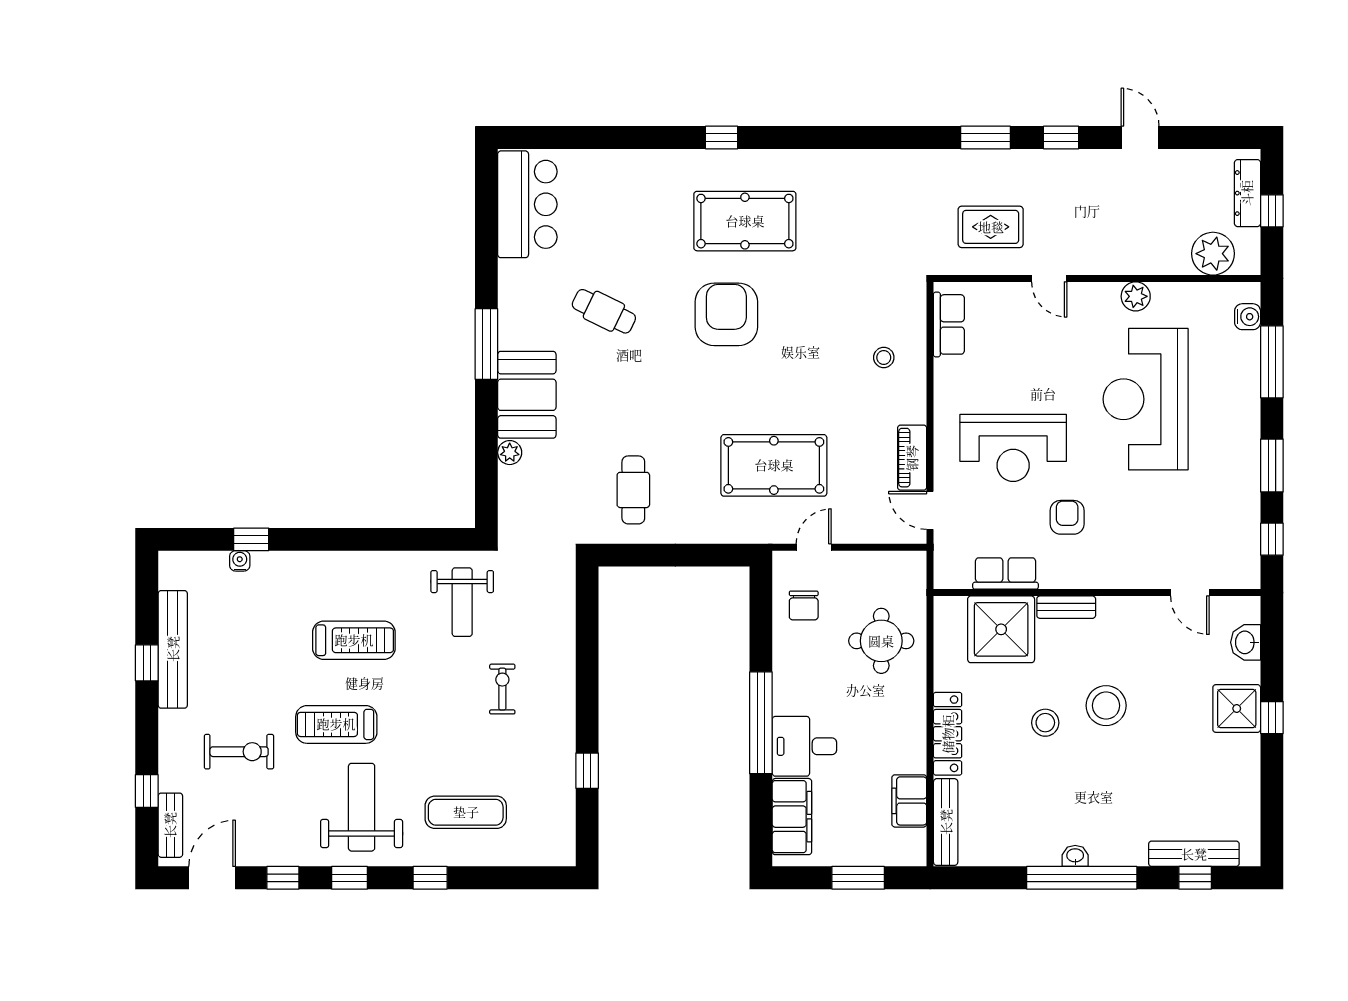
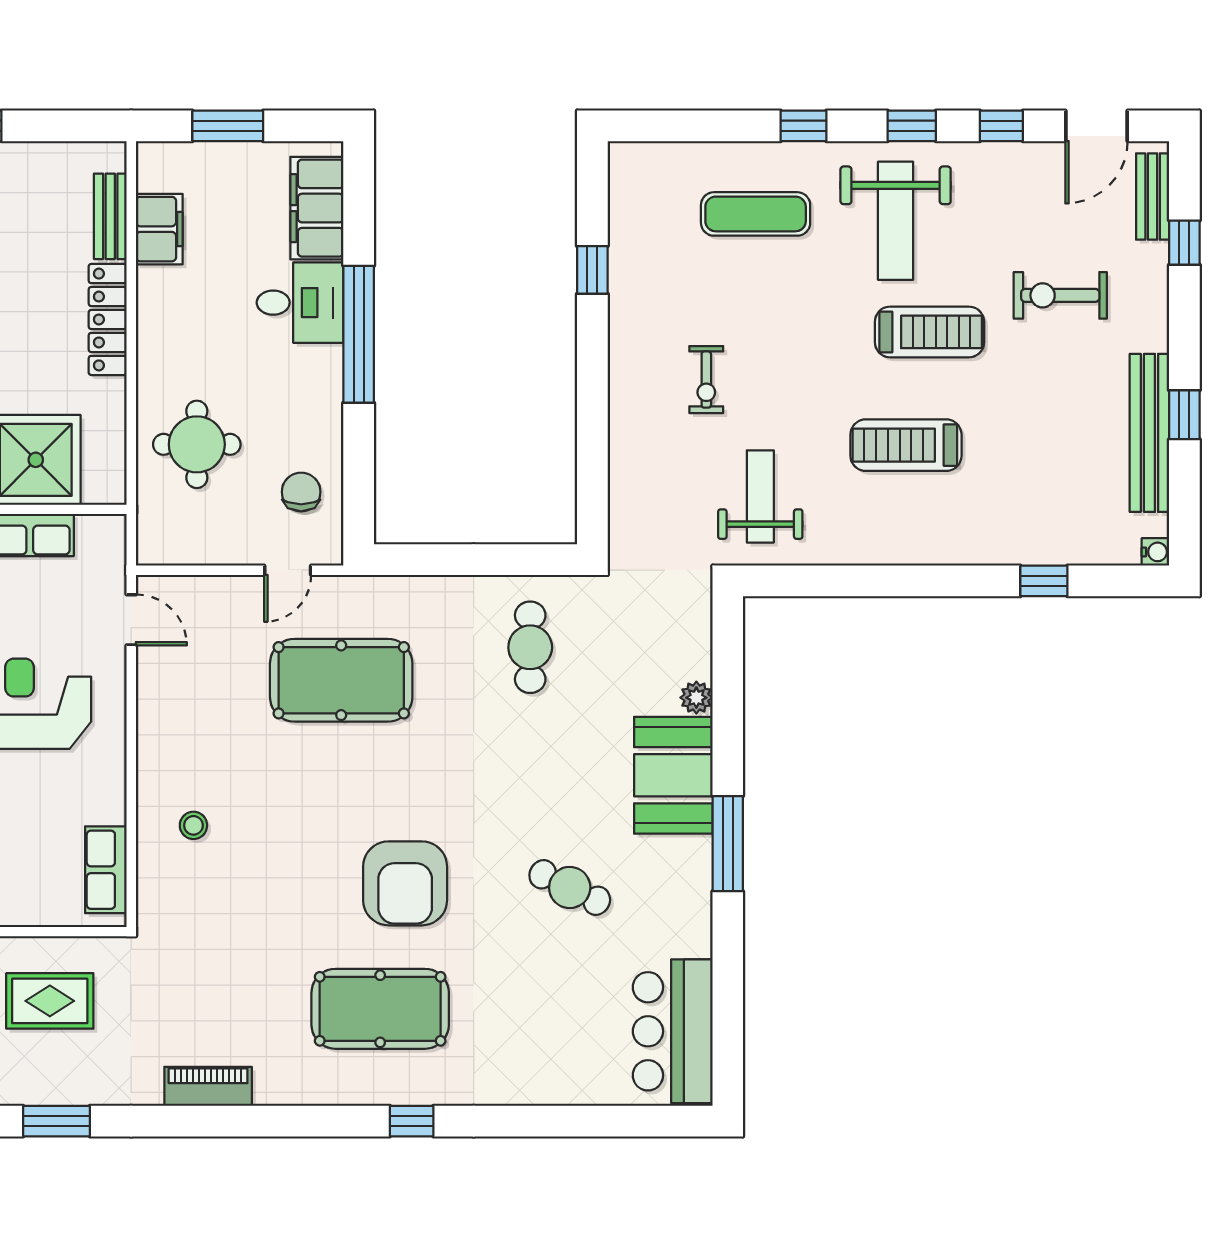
piano: (912, 458) -> (208, 1086), moved, turned -90
water cooler: (240, 561) -> (1155, 552), moved, turned -90
bench: (946, 822) -> (110, 216), width x0.73

